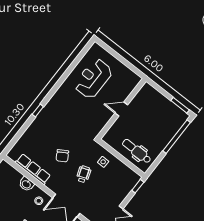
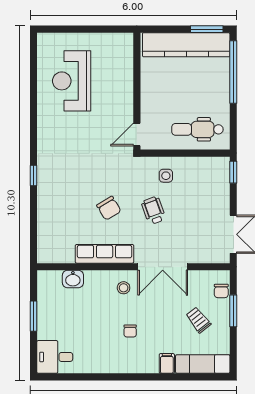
kitchen counter: (164, 105) -> (186, 45), added
door: (121, 109) -> (137, 134), moved
row of seats: (33, 169) -> (105, 254), moved
washbasin: (26, 184) -> (73, 279), moved

